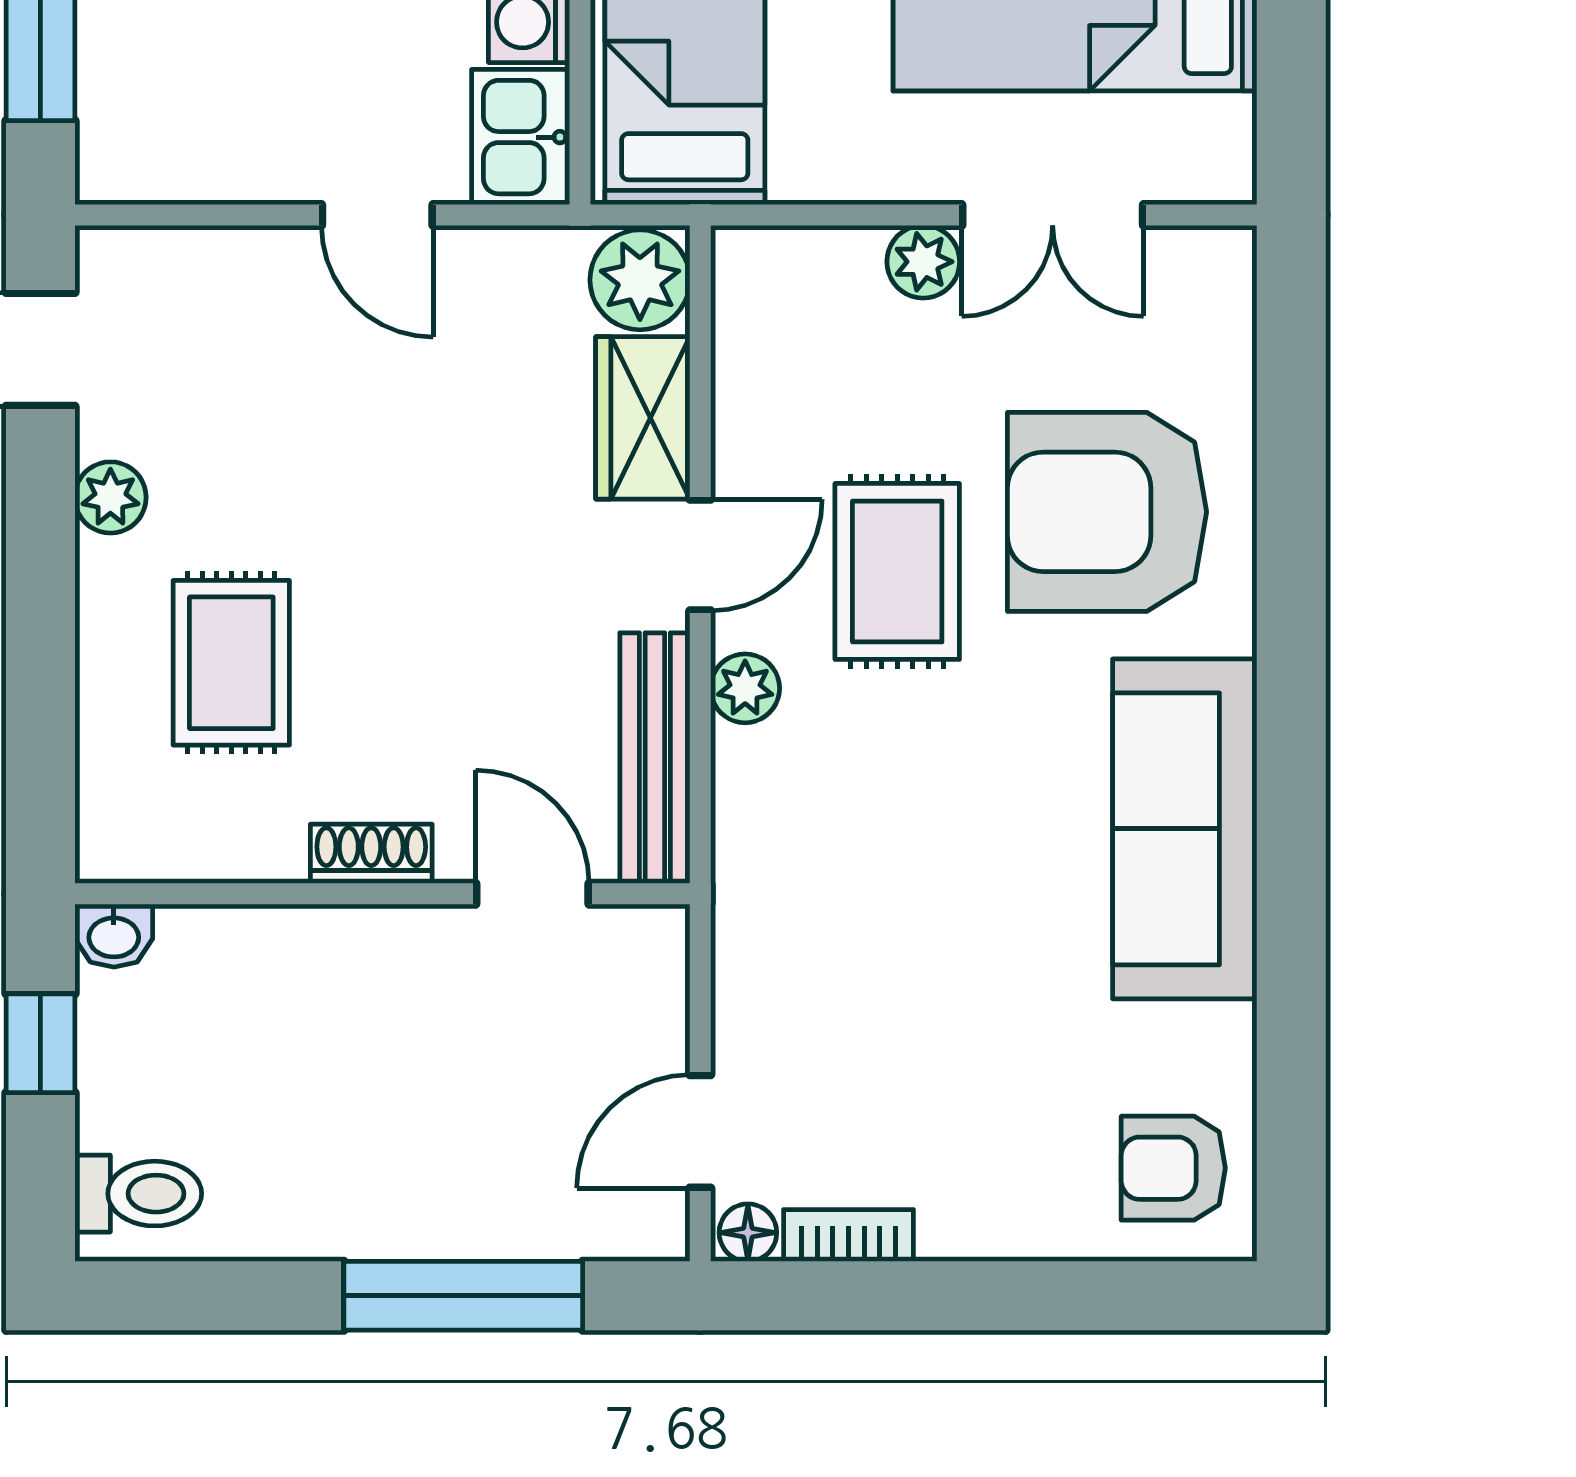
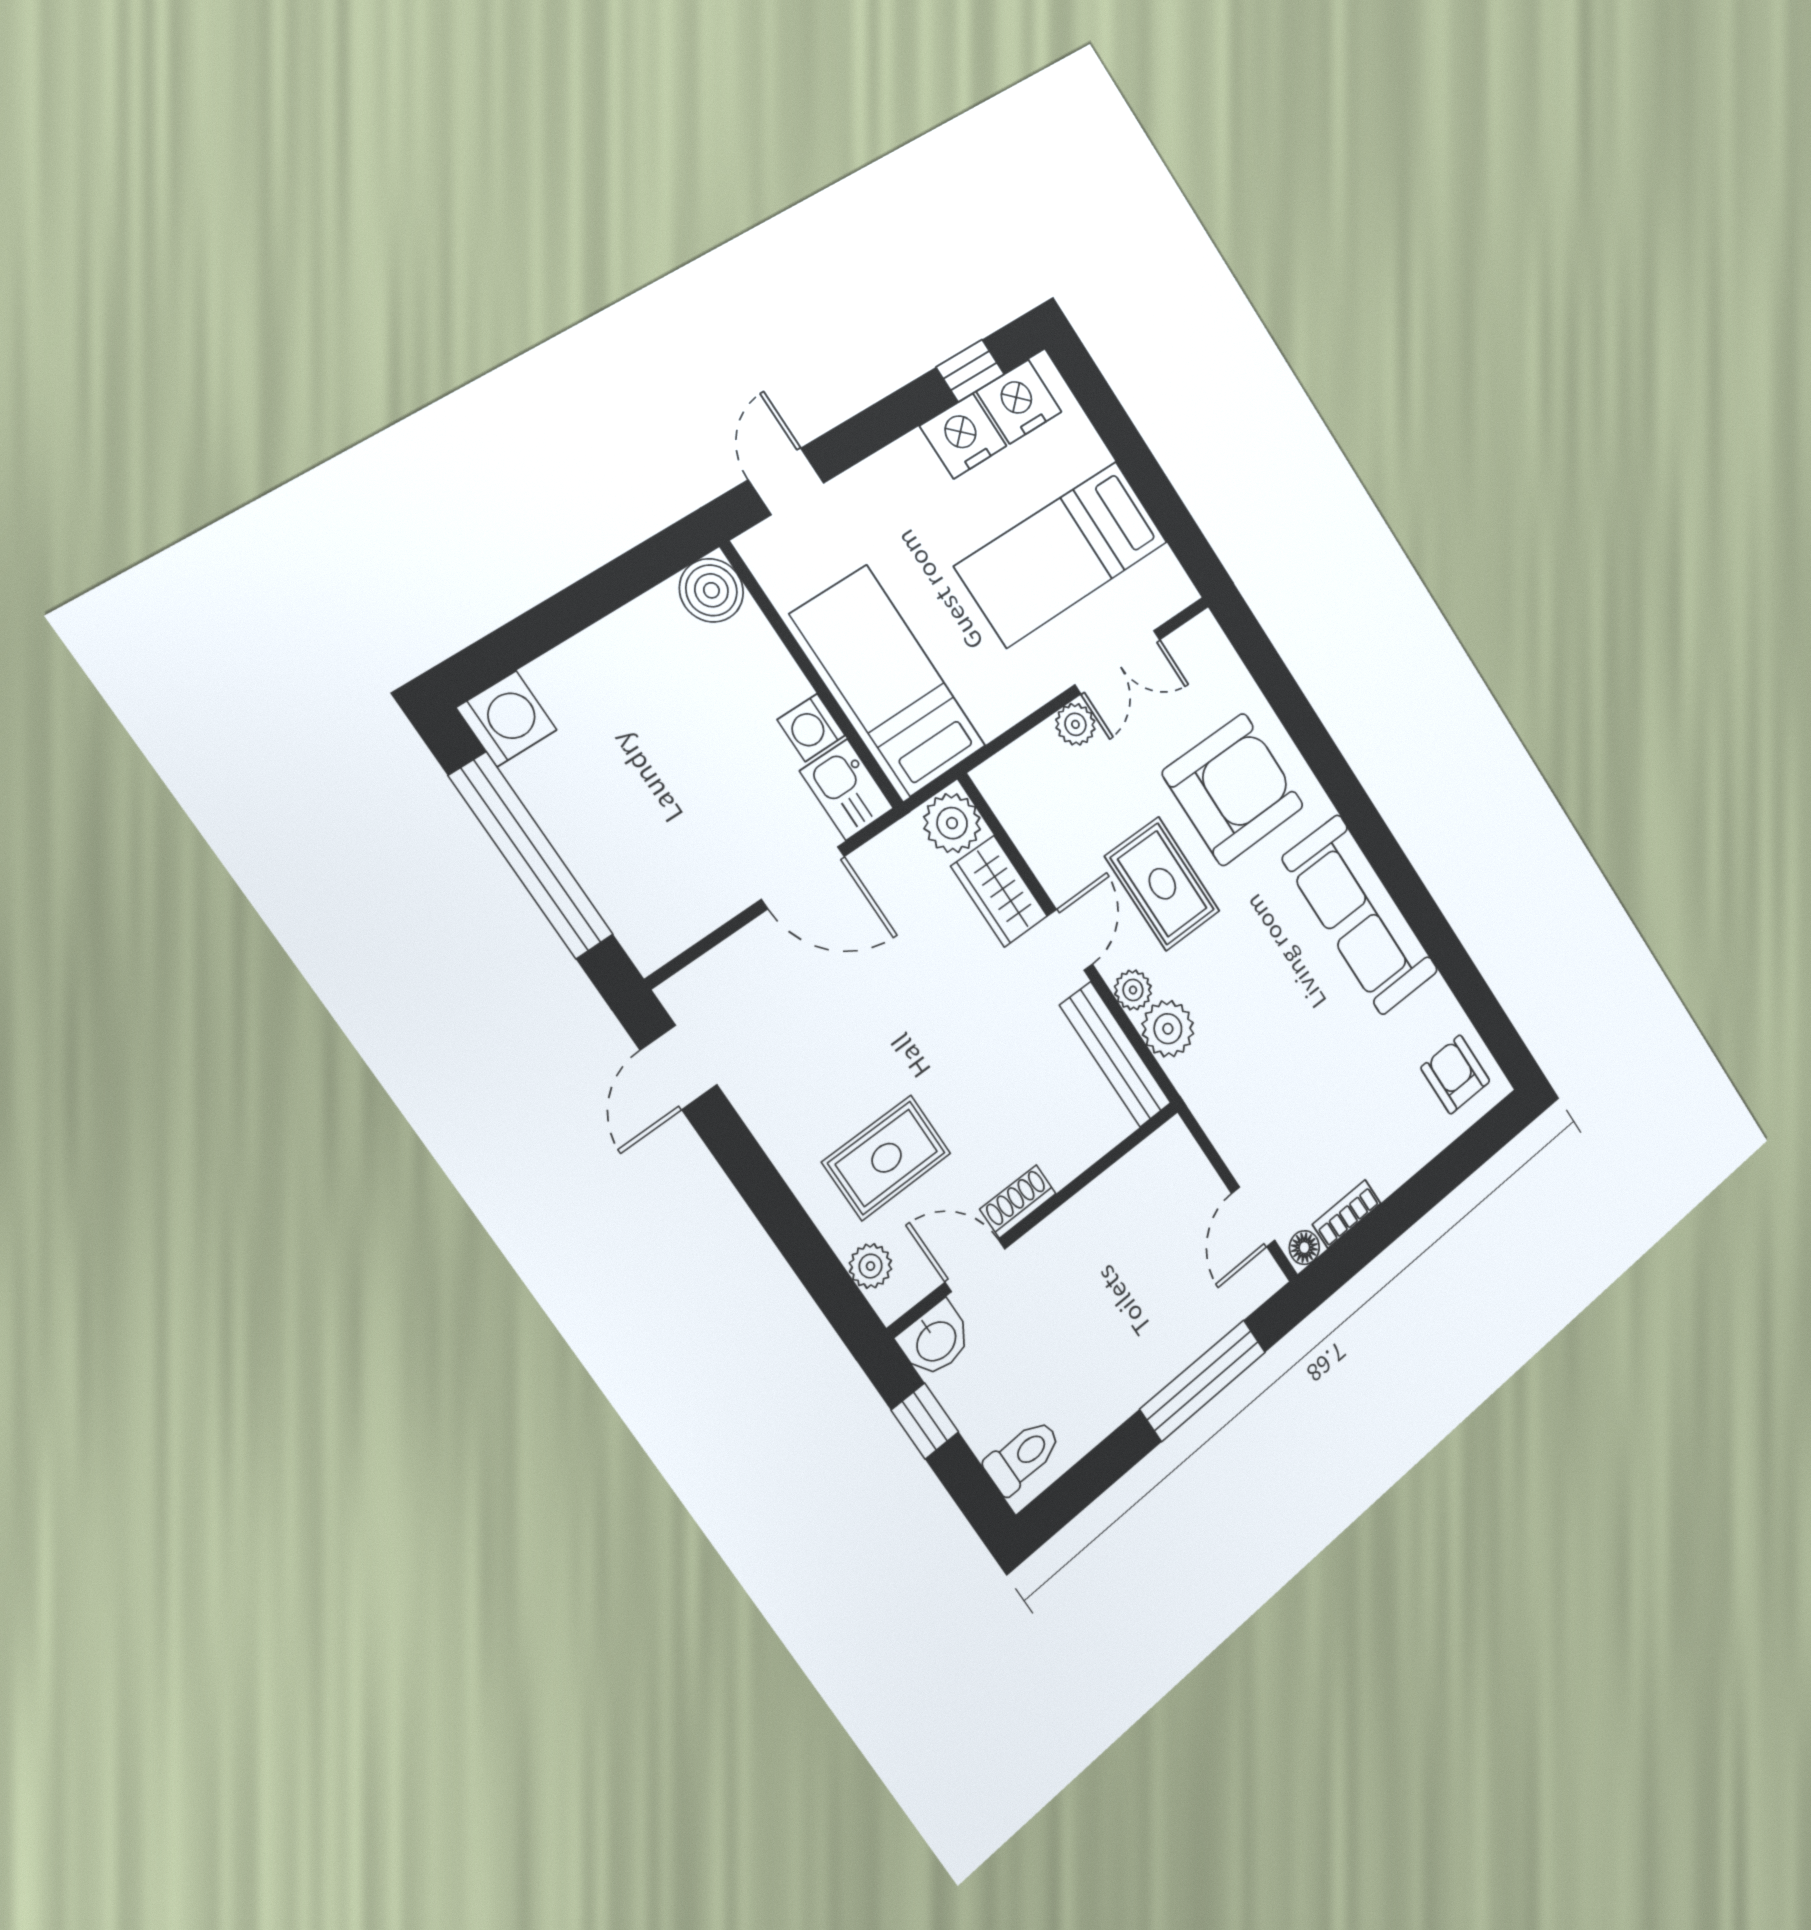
door: (377, 215) -> (803, 878), width x1.38
plant: (110, 497) -> (871, 1266), moved
armchair: (1107, 512) -> (1233, 789), turned 180
rug: (231, 663) -> (887, 1158), turned 90
plant: (759, 778) -> (1168, 1029), added
door: (532, 894) -> (975, 1266), moved
washbasin: (114, 936) -> (935, 1340), width x1.38, depth x1.45
armchair: (1173, 1168) -> (1455, 1074), turned 90

